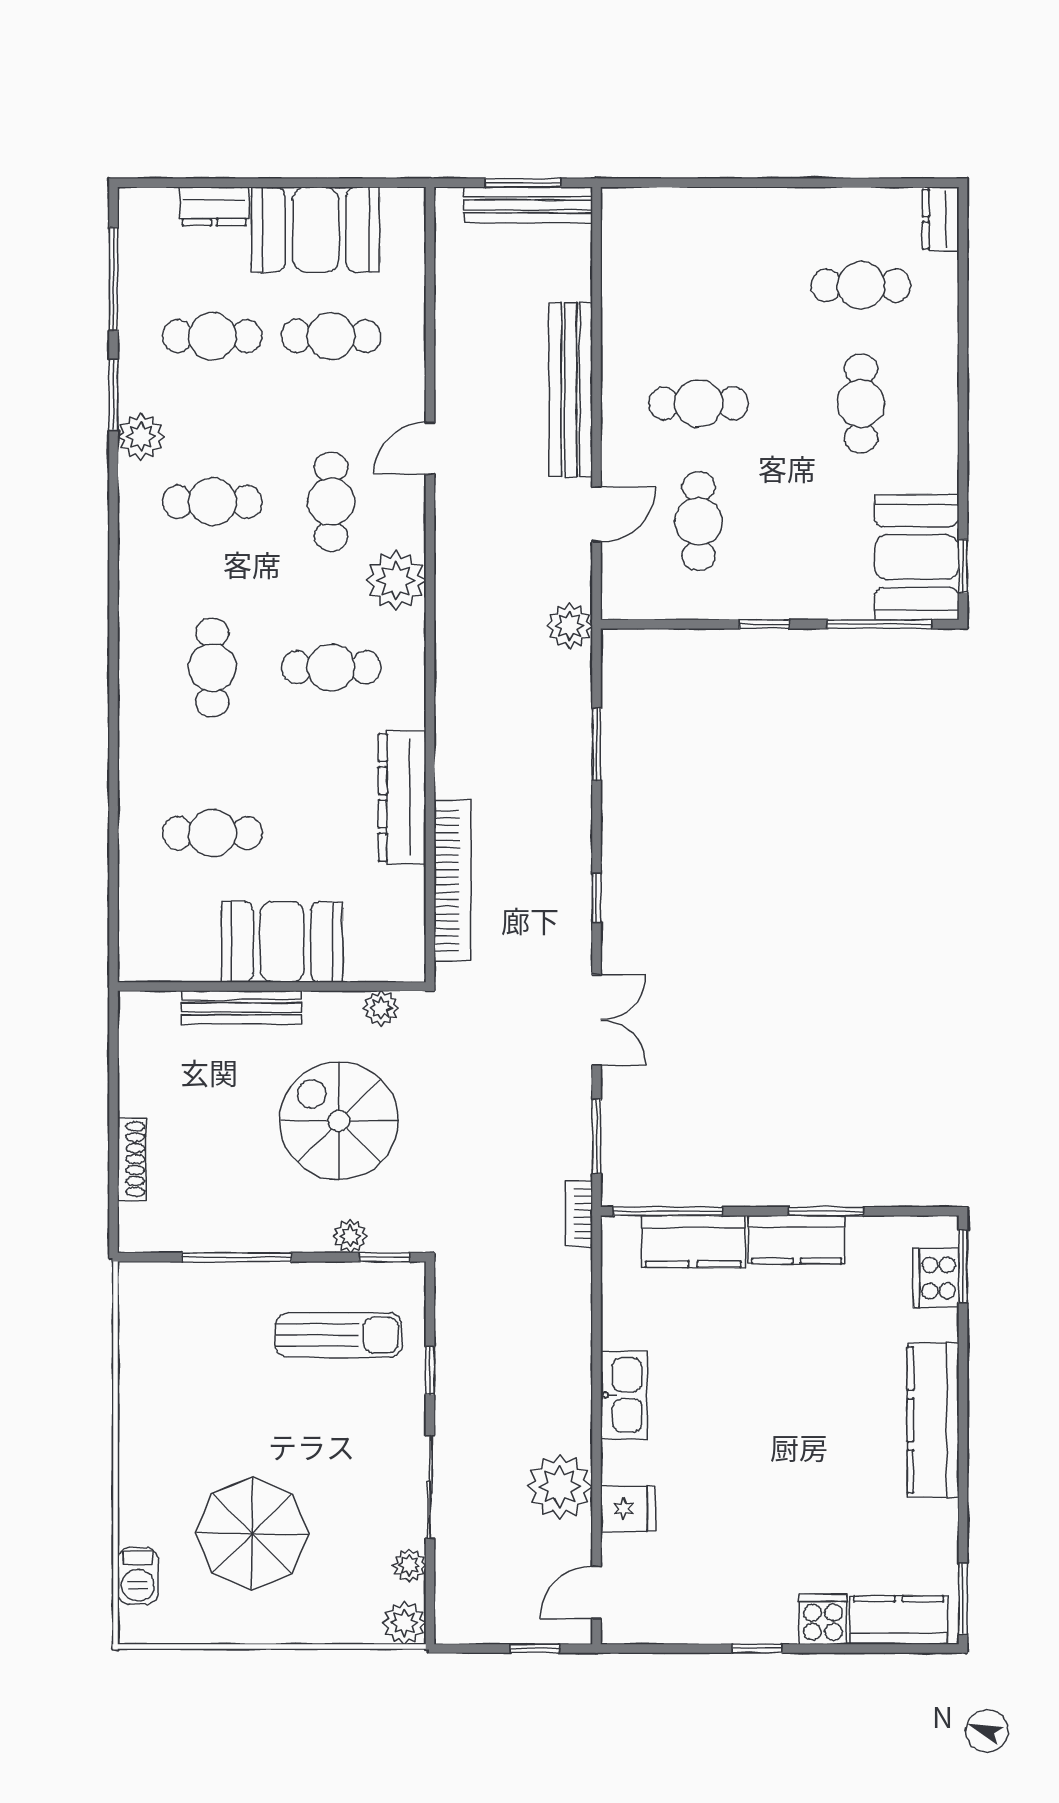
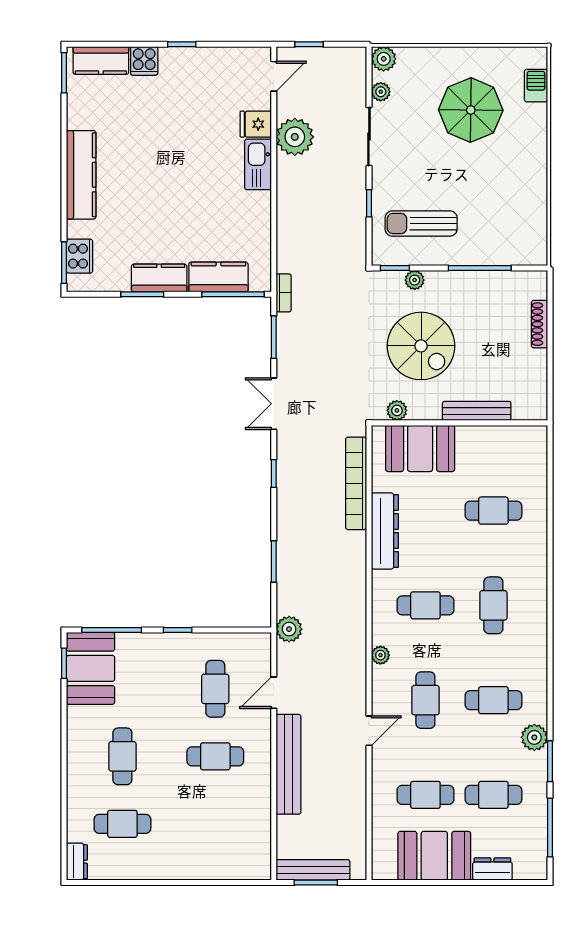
plant: (396, 580) -> (380, 655), width x0.53, depth x0.53
booth: (282, 942) -> (420, 448), moved
kitchen sink: (624, 1395) -> (258, 164), moved

